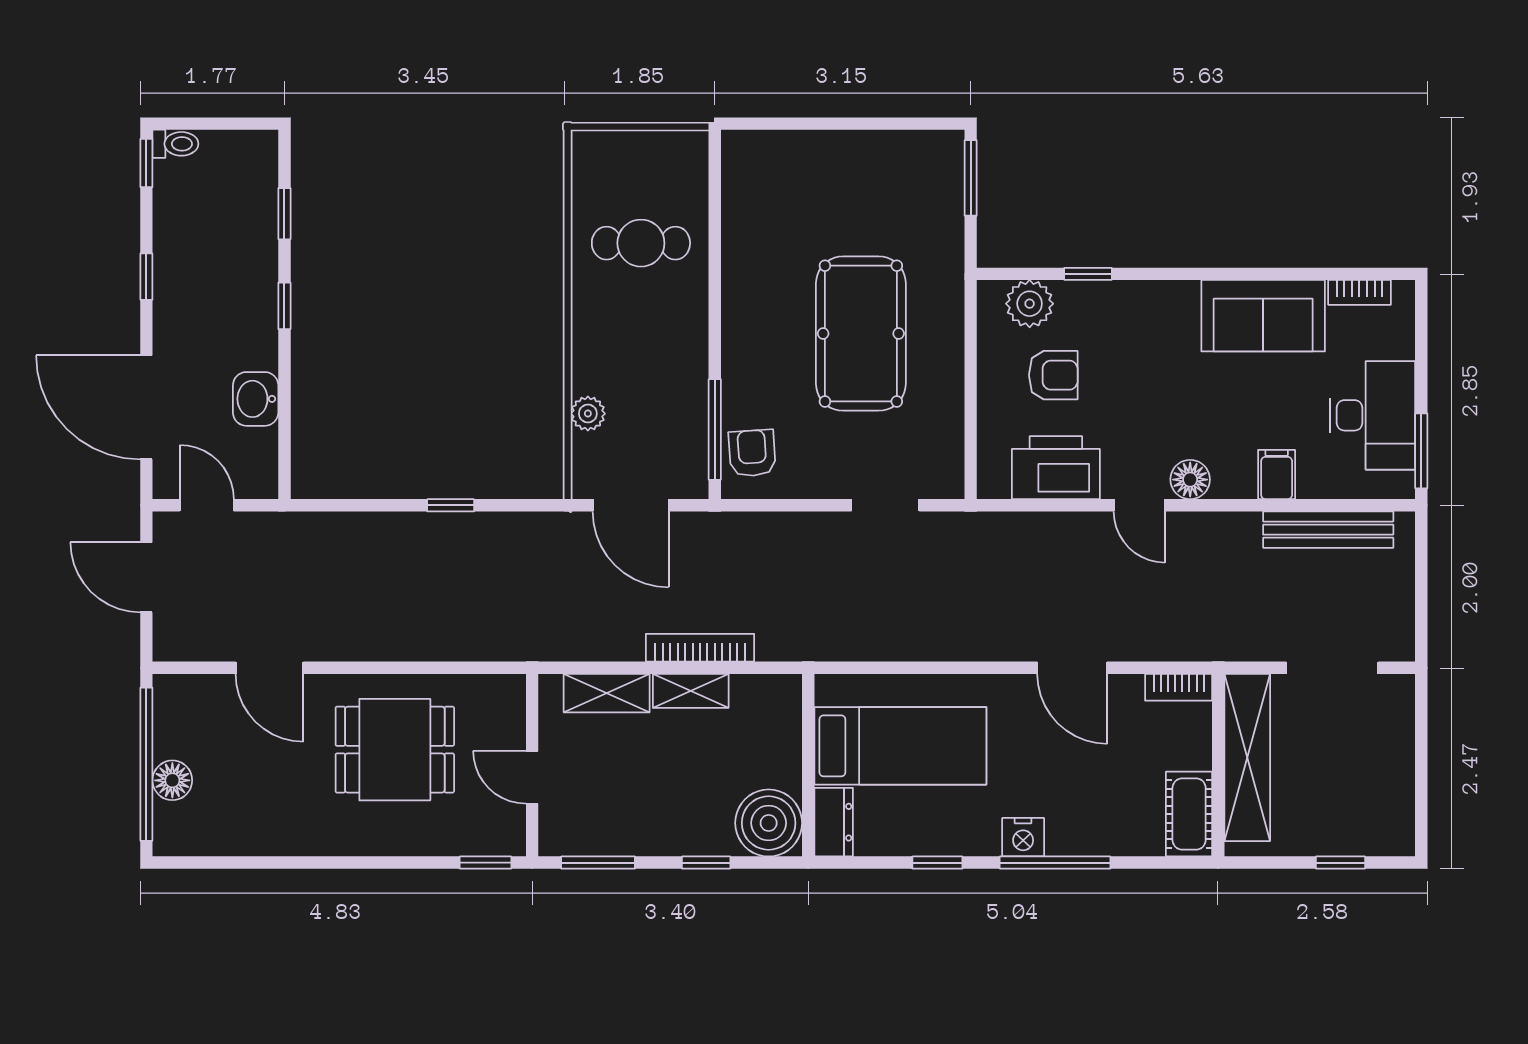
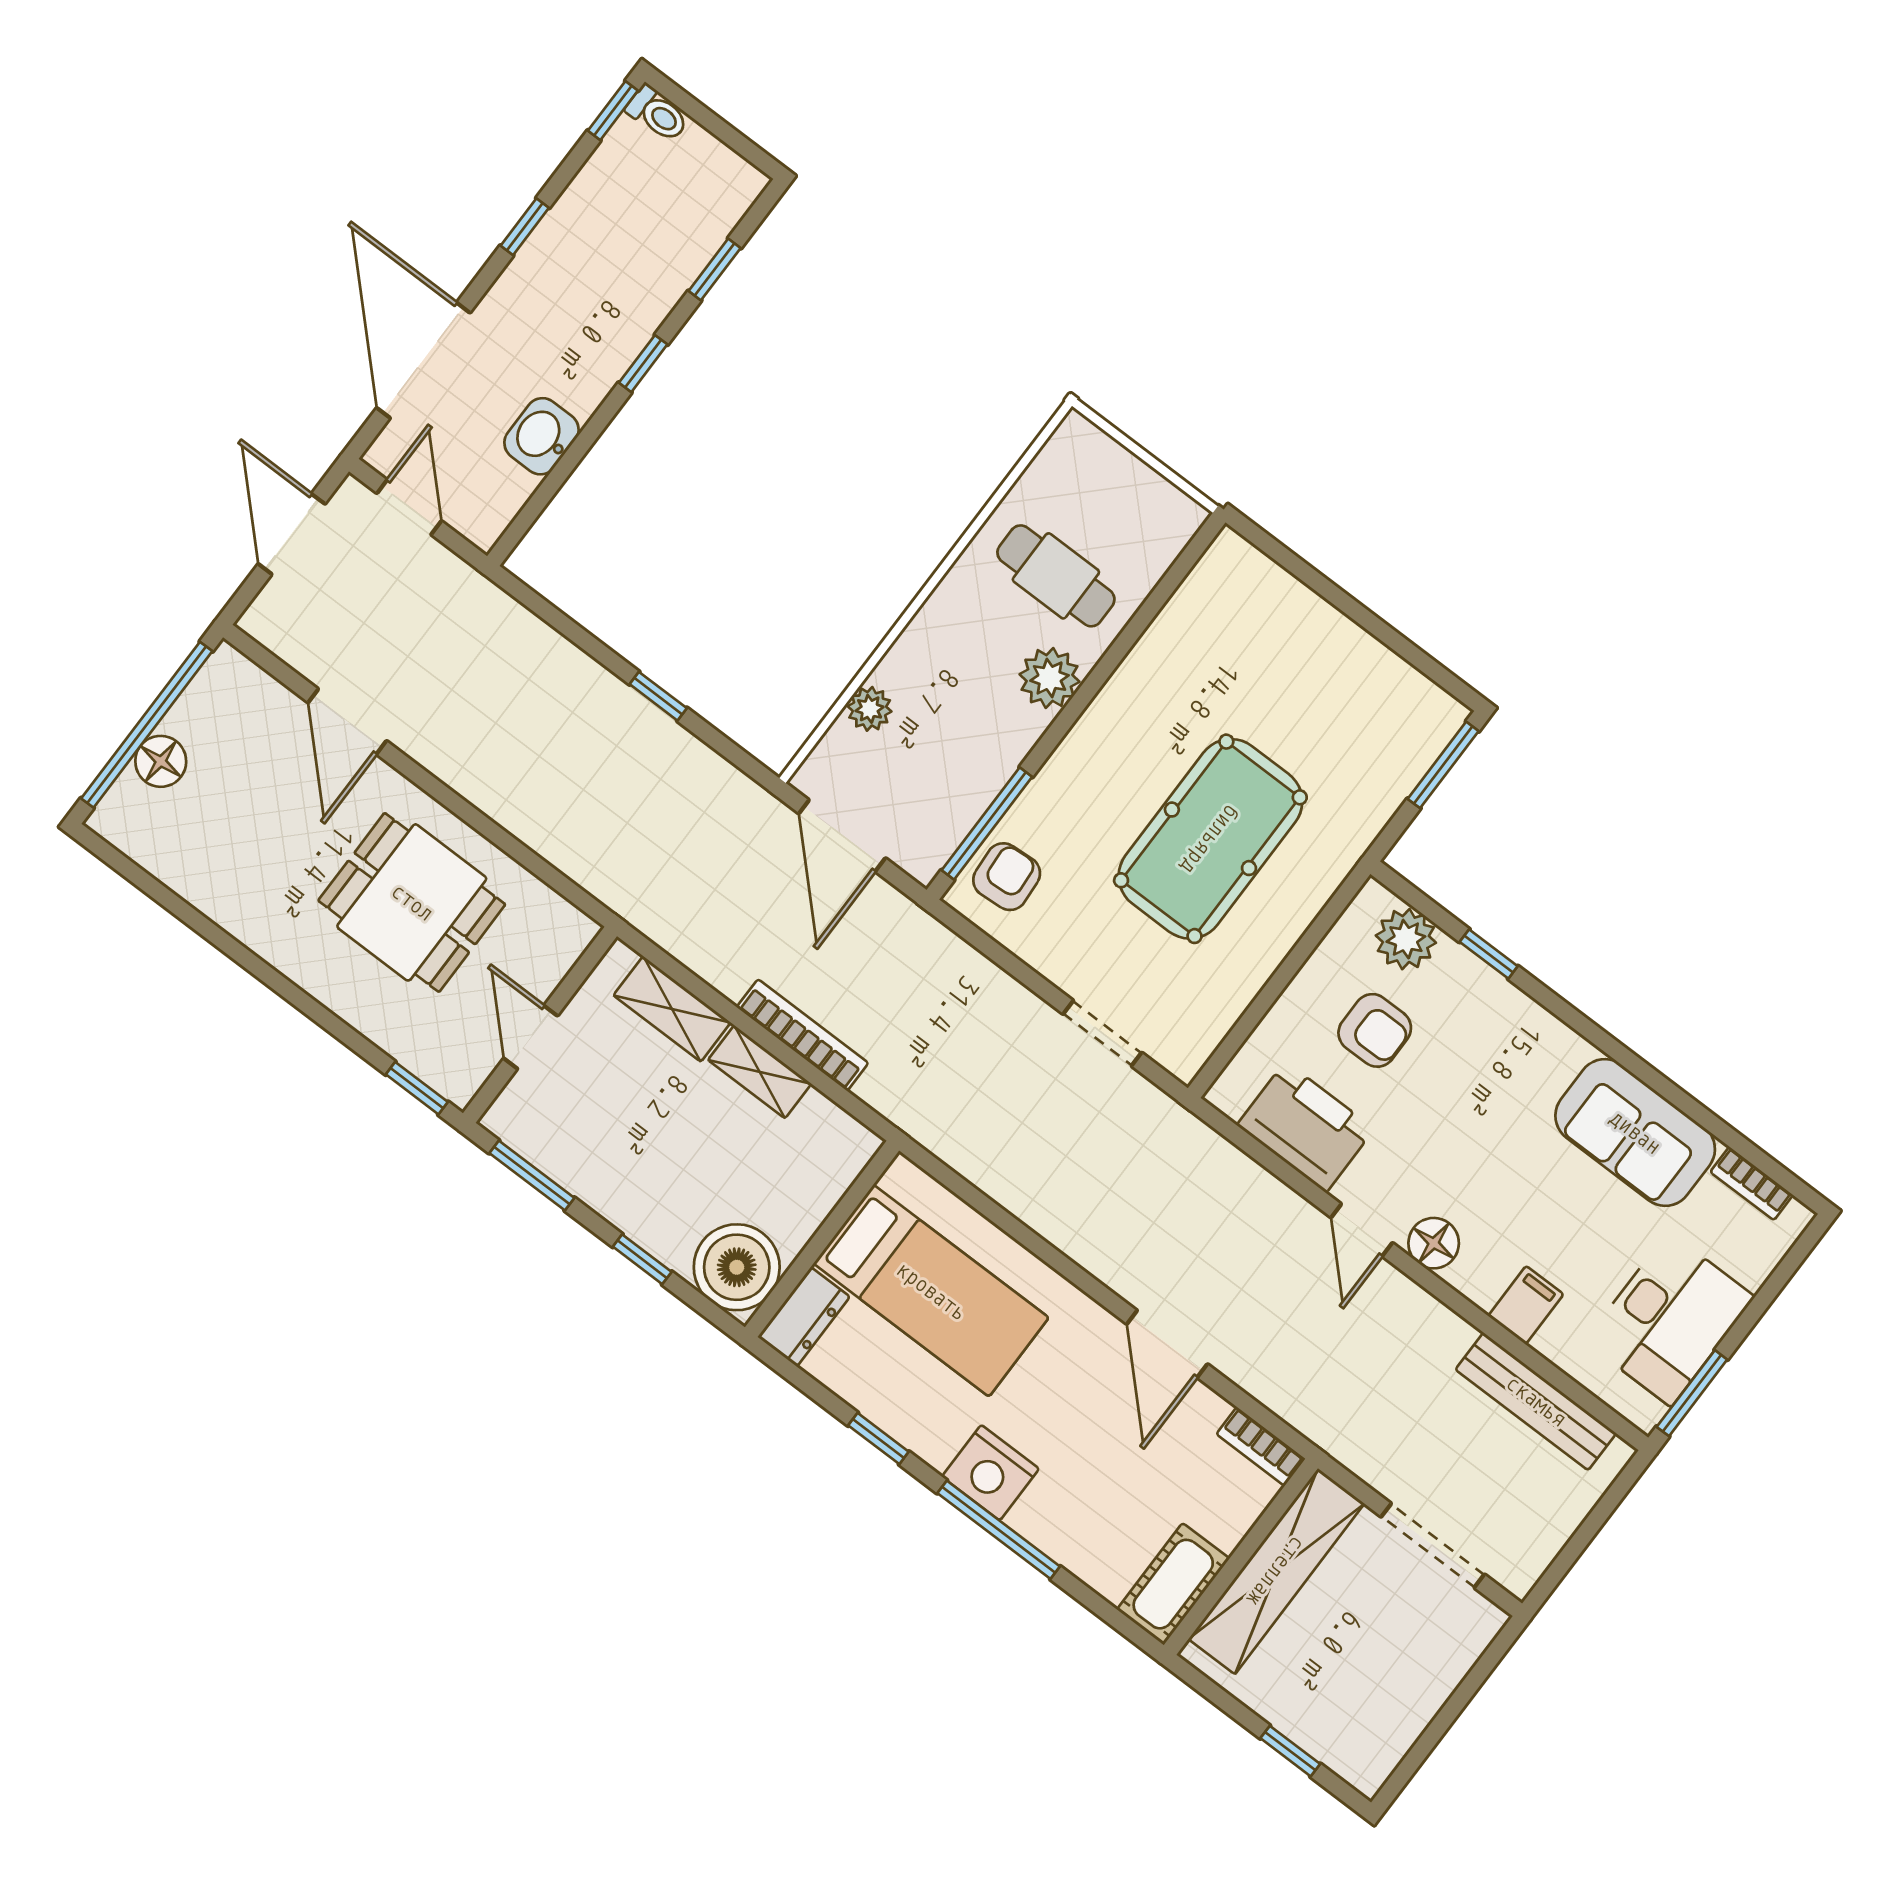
plant: (685, 310) -> (1050, 678), added
nightstand: (1023, 837) -> (990, 1473), width x1.36, depth x1.33

